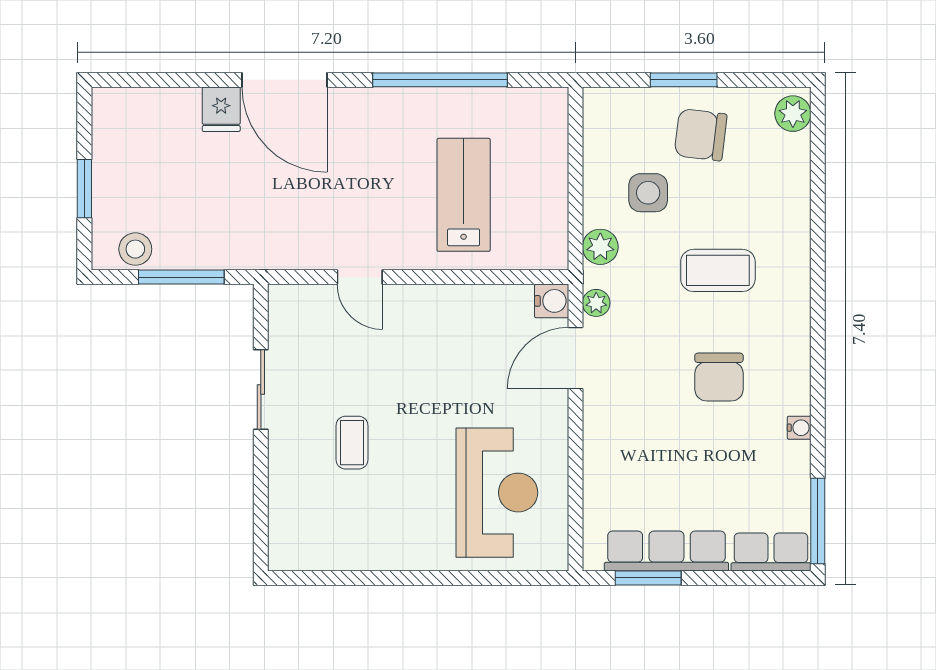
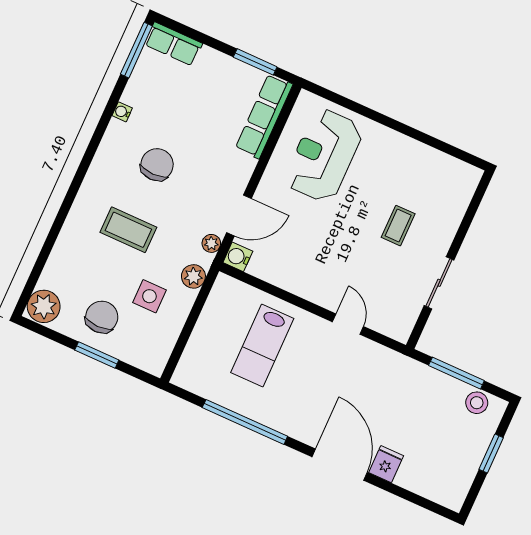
plant: (793, 114) -> (44, 306), width x1.36, depth x1.36
chair: (701, 135) -> (102, 317), turned -97
row of seats: (666, 551) -> (264, 116), moved, turned 90

